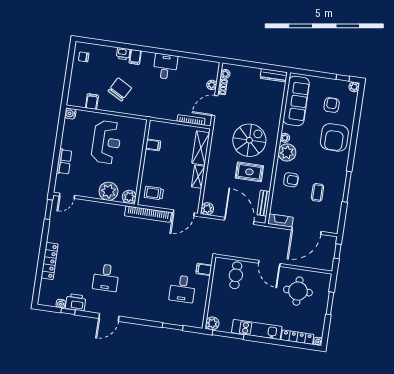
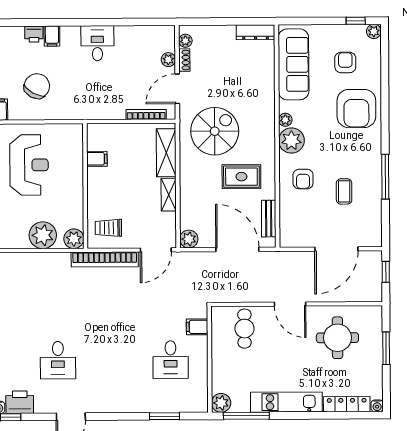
spiral stairs: (249, 140) -> (215, 131), moved
armchair: (291, 180) -> (303, 179), turned 90
fireplace: (280, 221) -> (297, 240), removed

